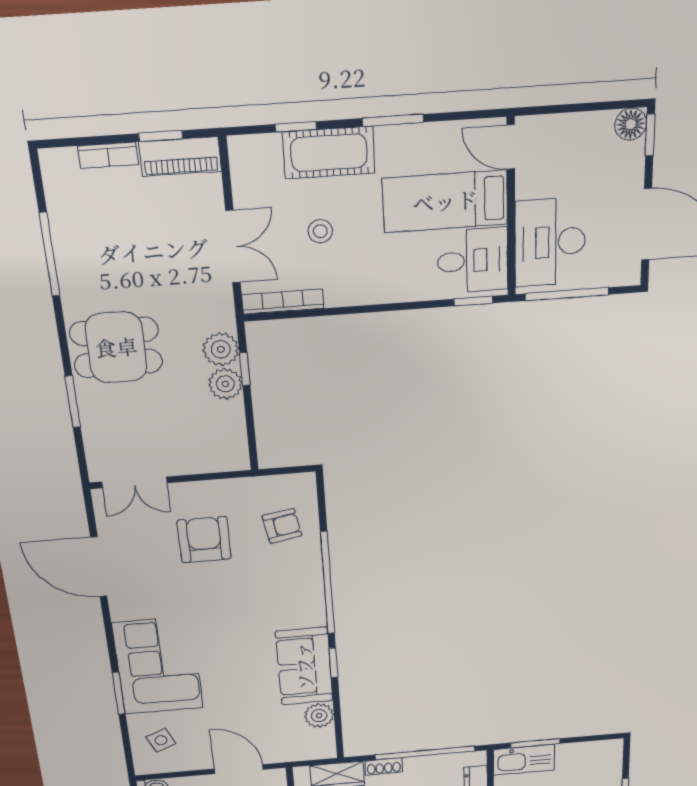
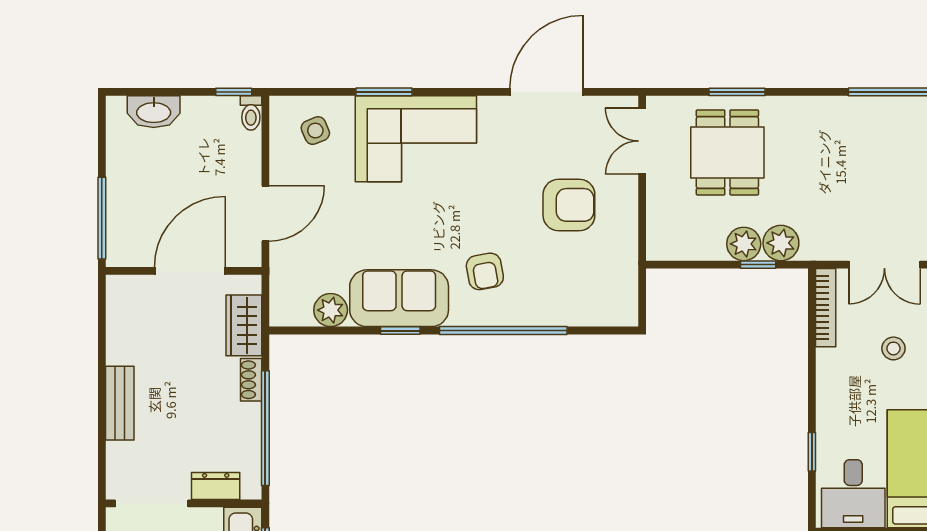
window: (474, 301) -> (812, 452), moved
dining table: (116, 347) -> (727, 152), moved
armchair: (282, 526) -> (485, 271), moved

